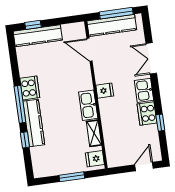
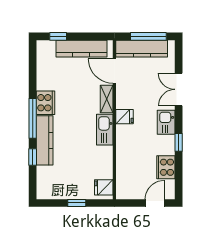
kitchen counter: (38, 36) -> (81, 49), moved
cooker: (147, 114) -> (166, 167), moved
window: (160, 123) -> (179, 142), moved
shelving: (94, 133) -> (107, 99), moved
window: (72, 177) -> (77, 203), width x0.67

